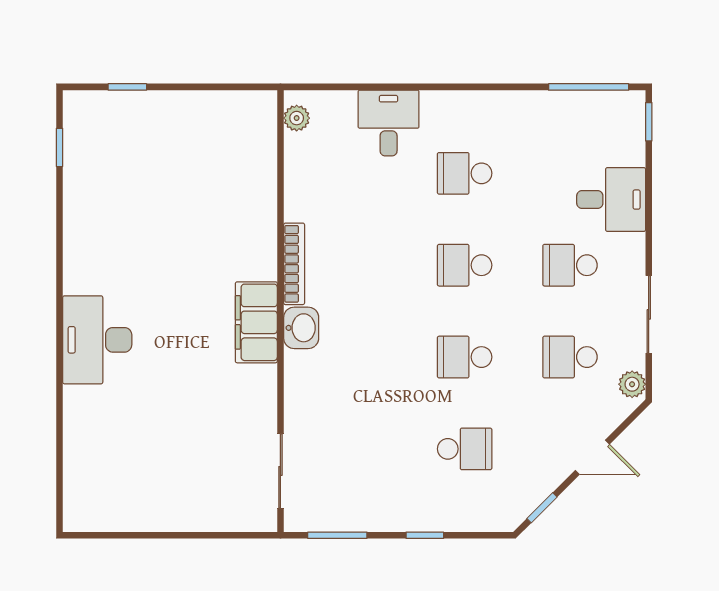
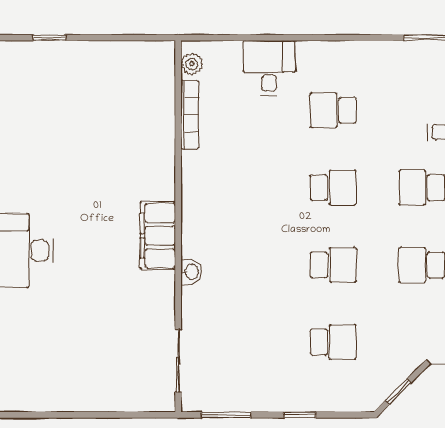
bookcase: (294, 264) -> (190, 115), moved
school desk: (465, 265) -> (333, 188), turned 180
washbasin: (301, 328) -> (191, 272), moved, width x0.72, depth x0.69
school desk: (465, 357) -> (333, 265), turned 180

